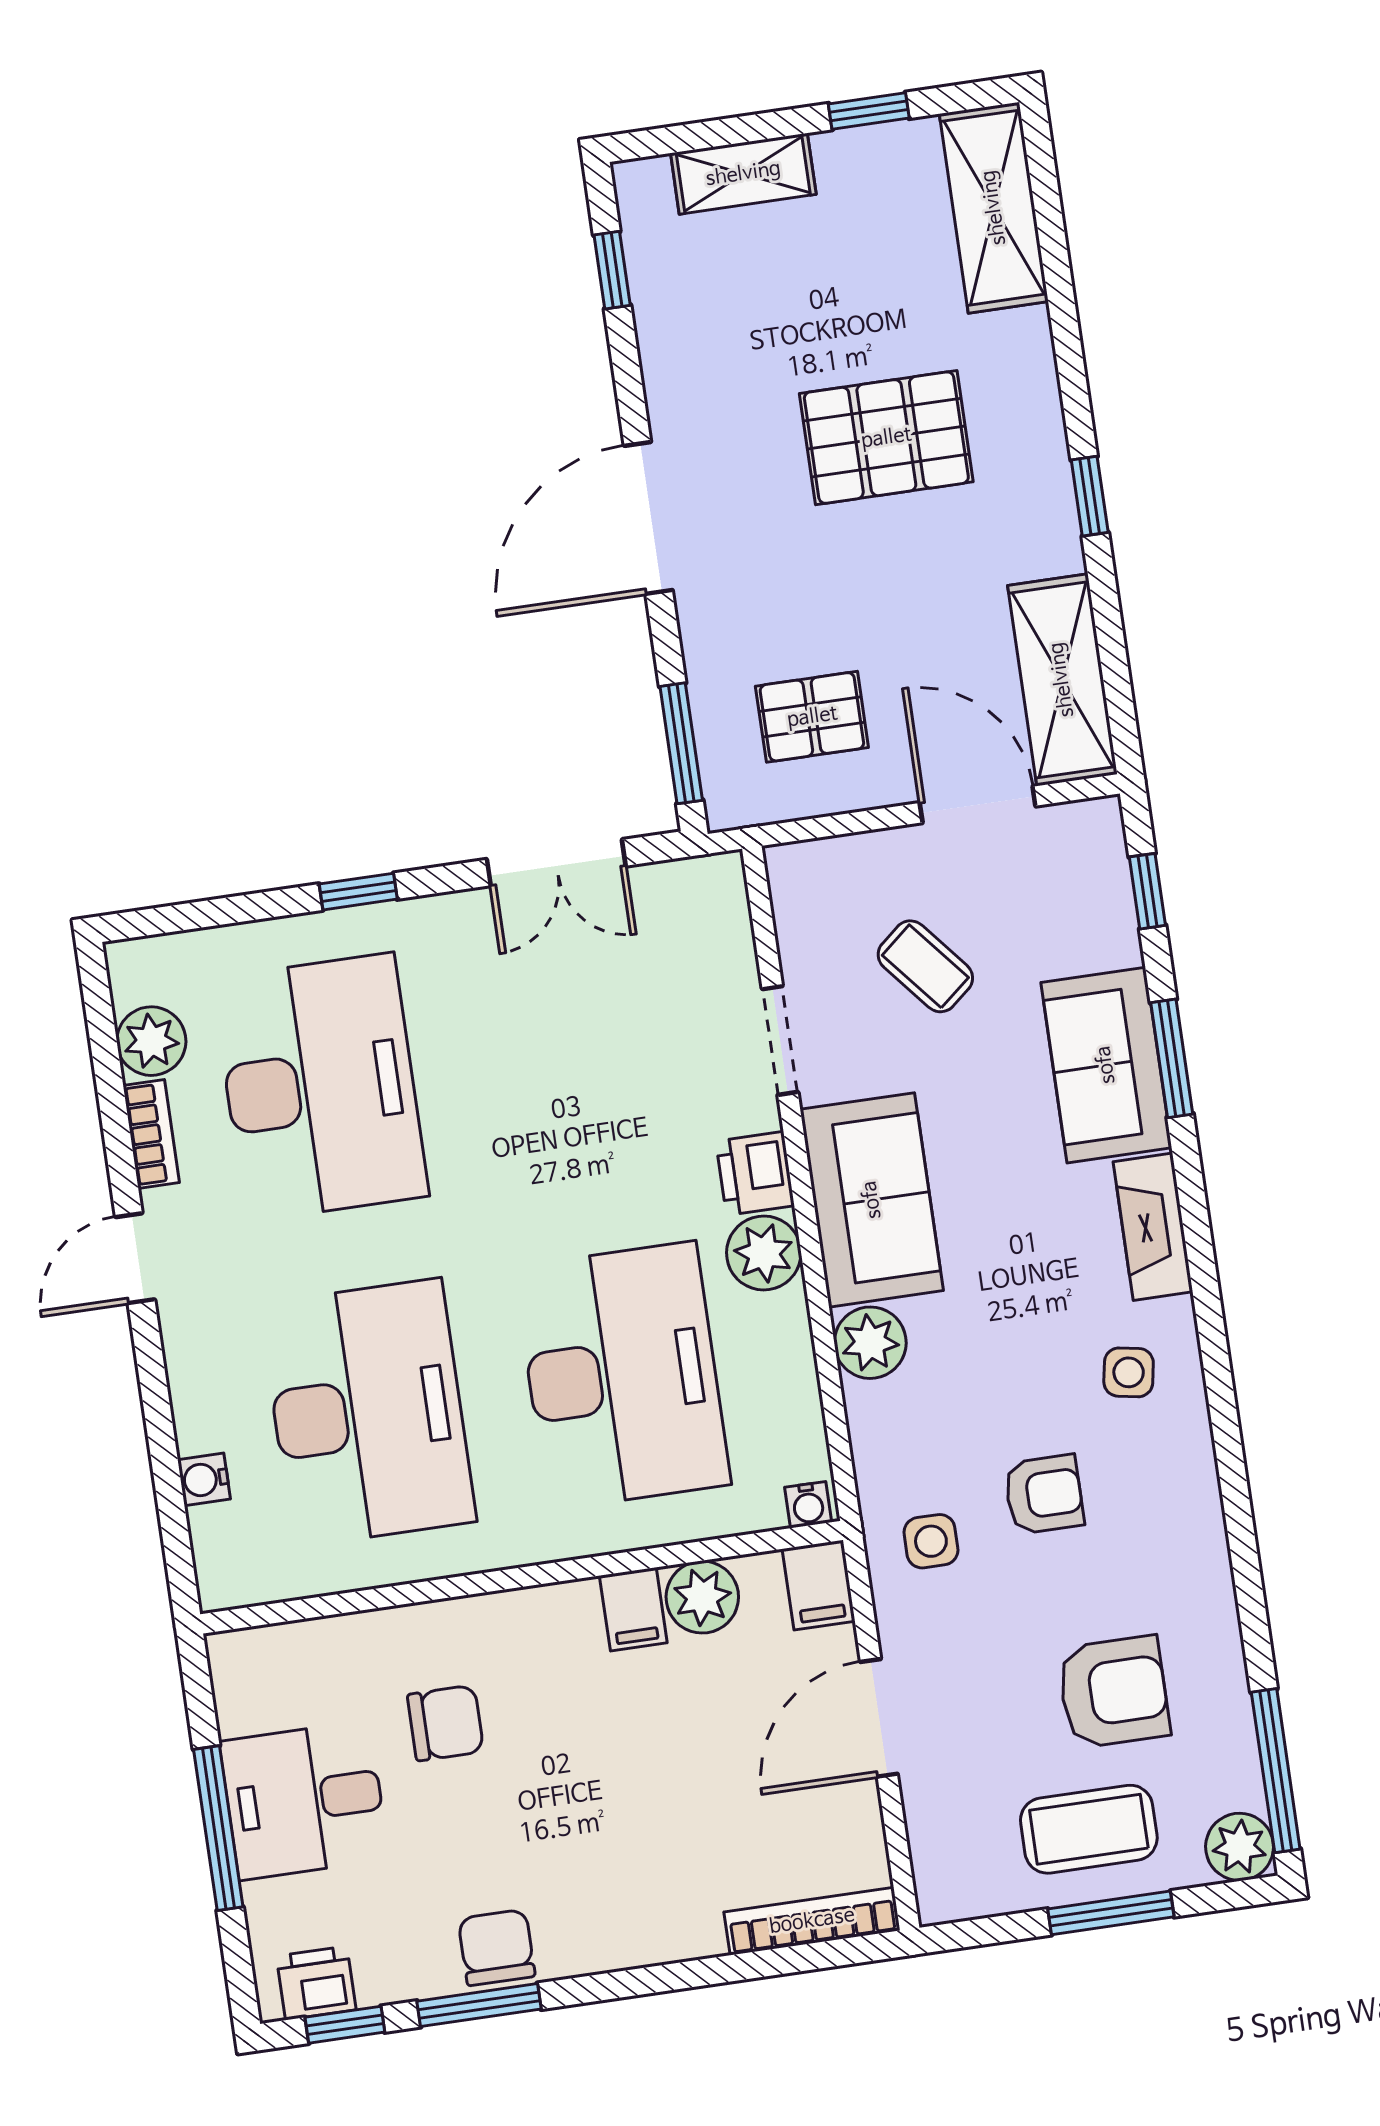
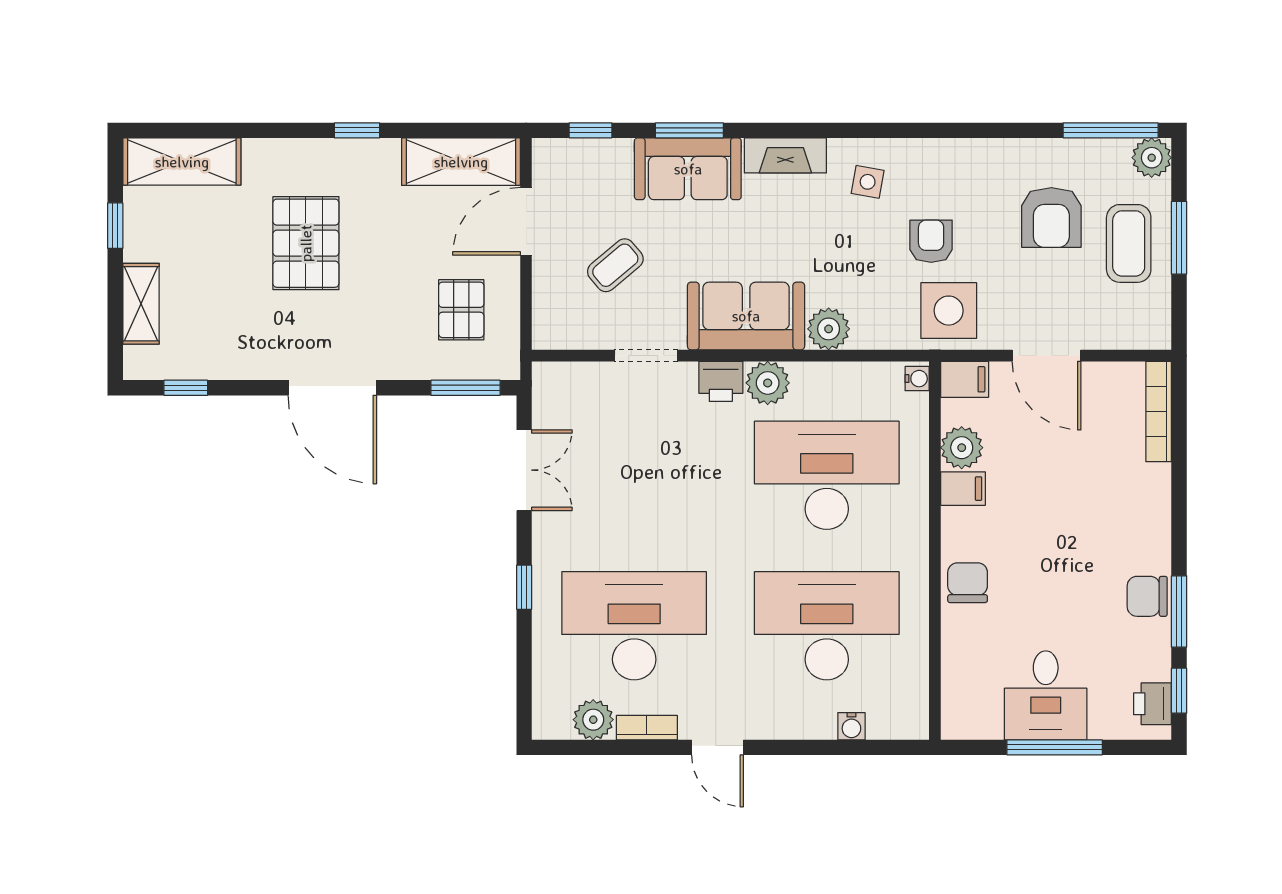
side table: (931, 1541) -> (949, 311), width x1.87, depth x1.87
armchair: (1114, 1692) -> (1051, 218), turned 180
chair: (445, 1723) -> (968, 583), moved

